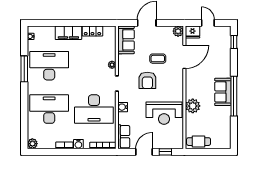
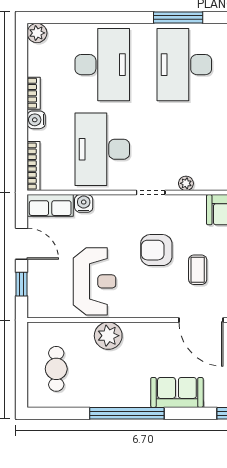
desk: (49, 66) -> (184, 65), turned 180
sofa: (223, 92) -> (177, 392), moved
water cooler: (123, 107) -> (84, 203), moved
reception desk: (164, 113) -> (95, 281), turned 180
cafe table: (199, 142) -> (56, 369), moved

